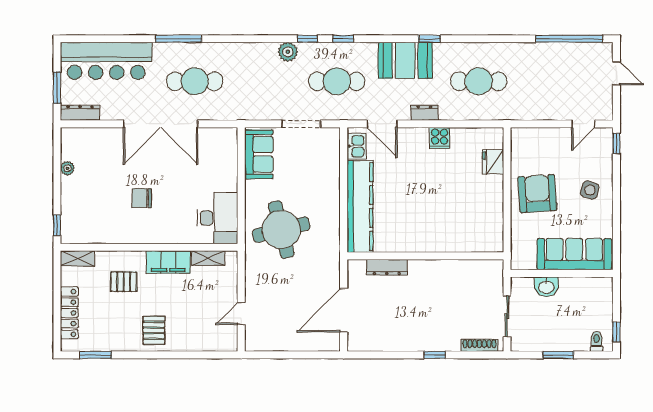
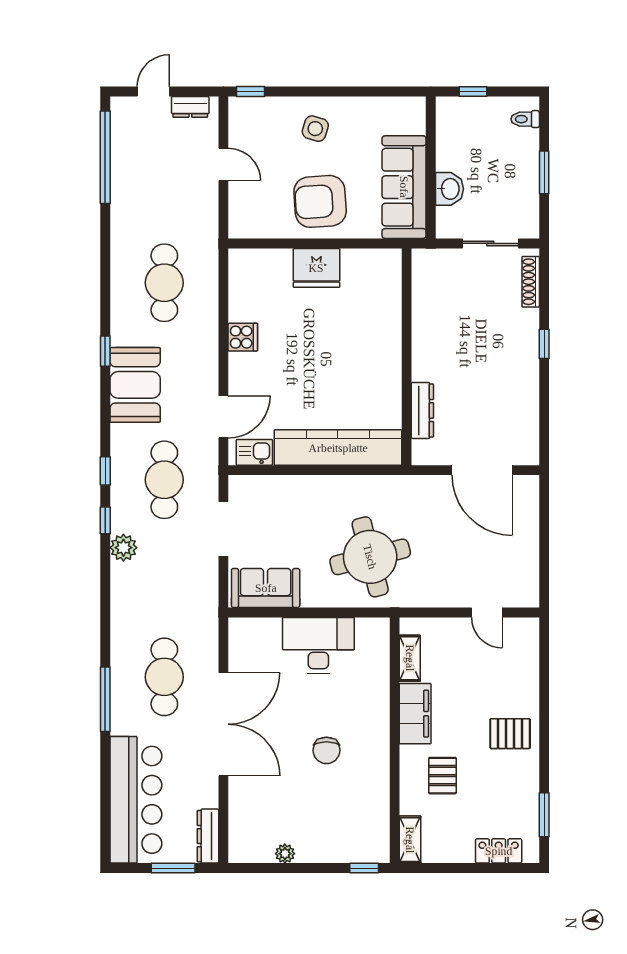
dresser: (424, 113) -> (190, 107), moved, turned -90
door: (583, 124) -> (223, 164), moved
fridge: (493, 162) -> (316, 268), moved, width x1.36, depth x1.34
desk: (217, 218) -> (318, 645), moved
sofa: (574, 254) -> (404, 187), moved
locker: (69, 313) -> (499, 851), width x0.66
window: (616, 332) -> (473, 92), moved

